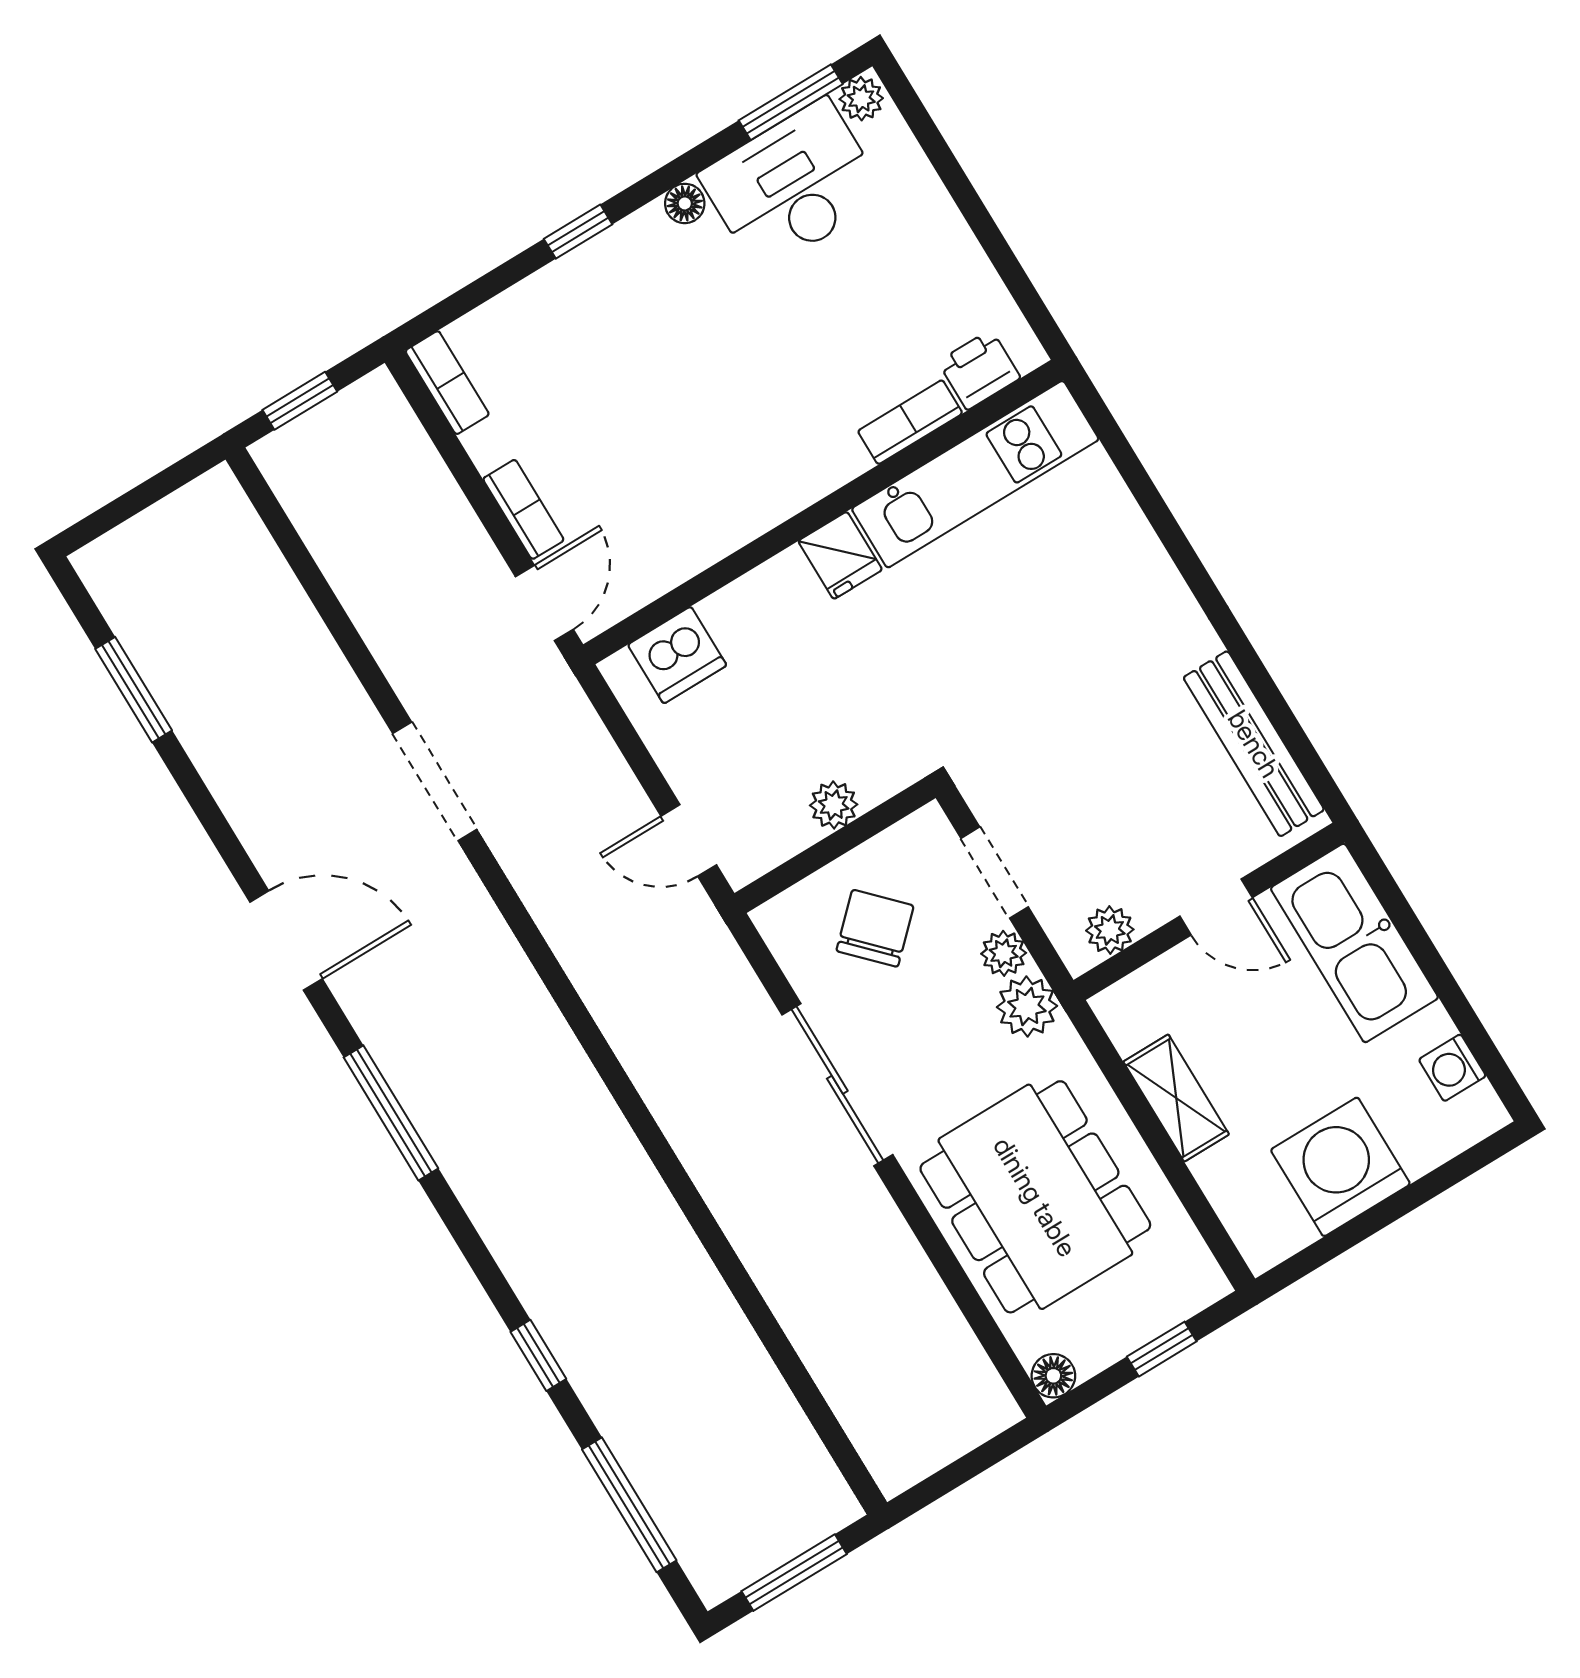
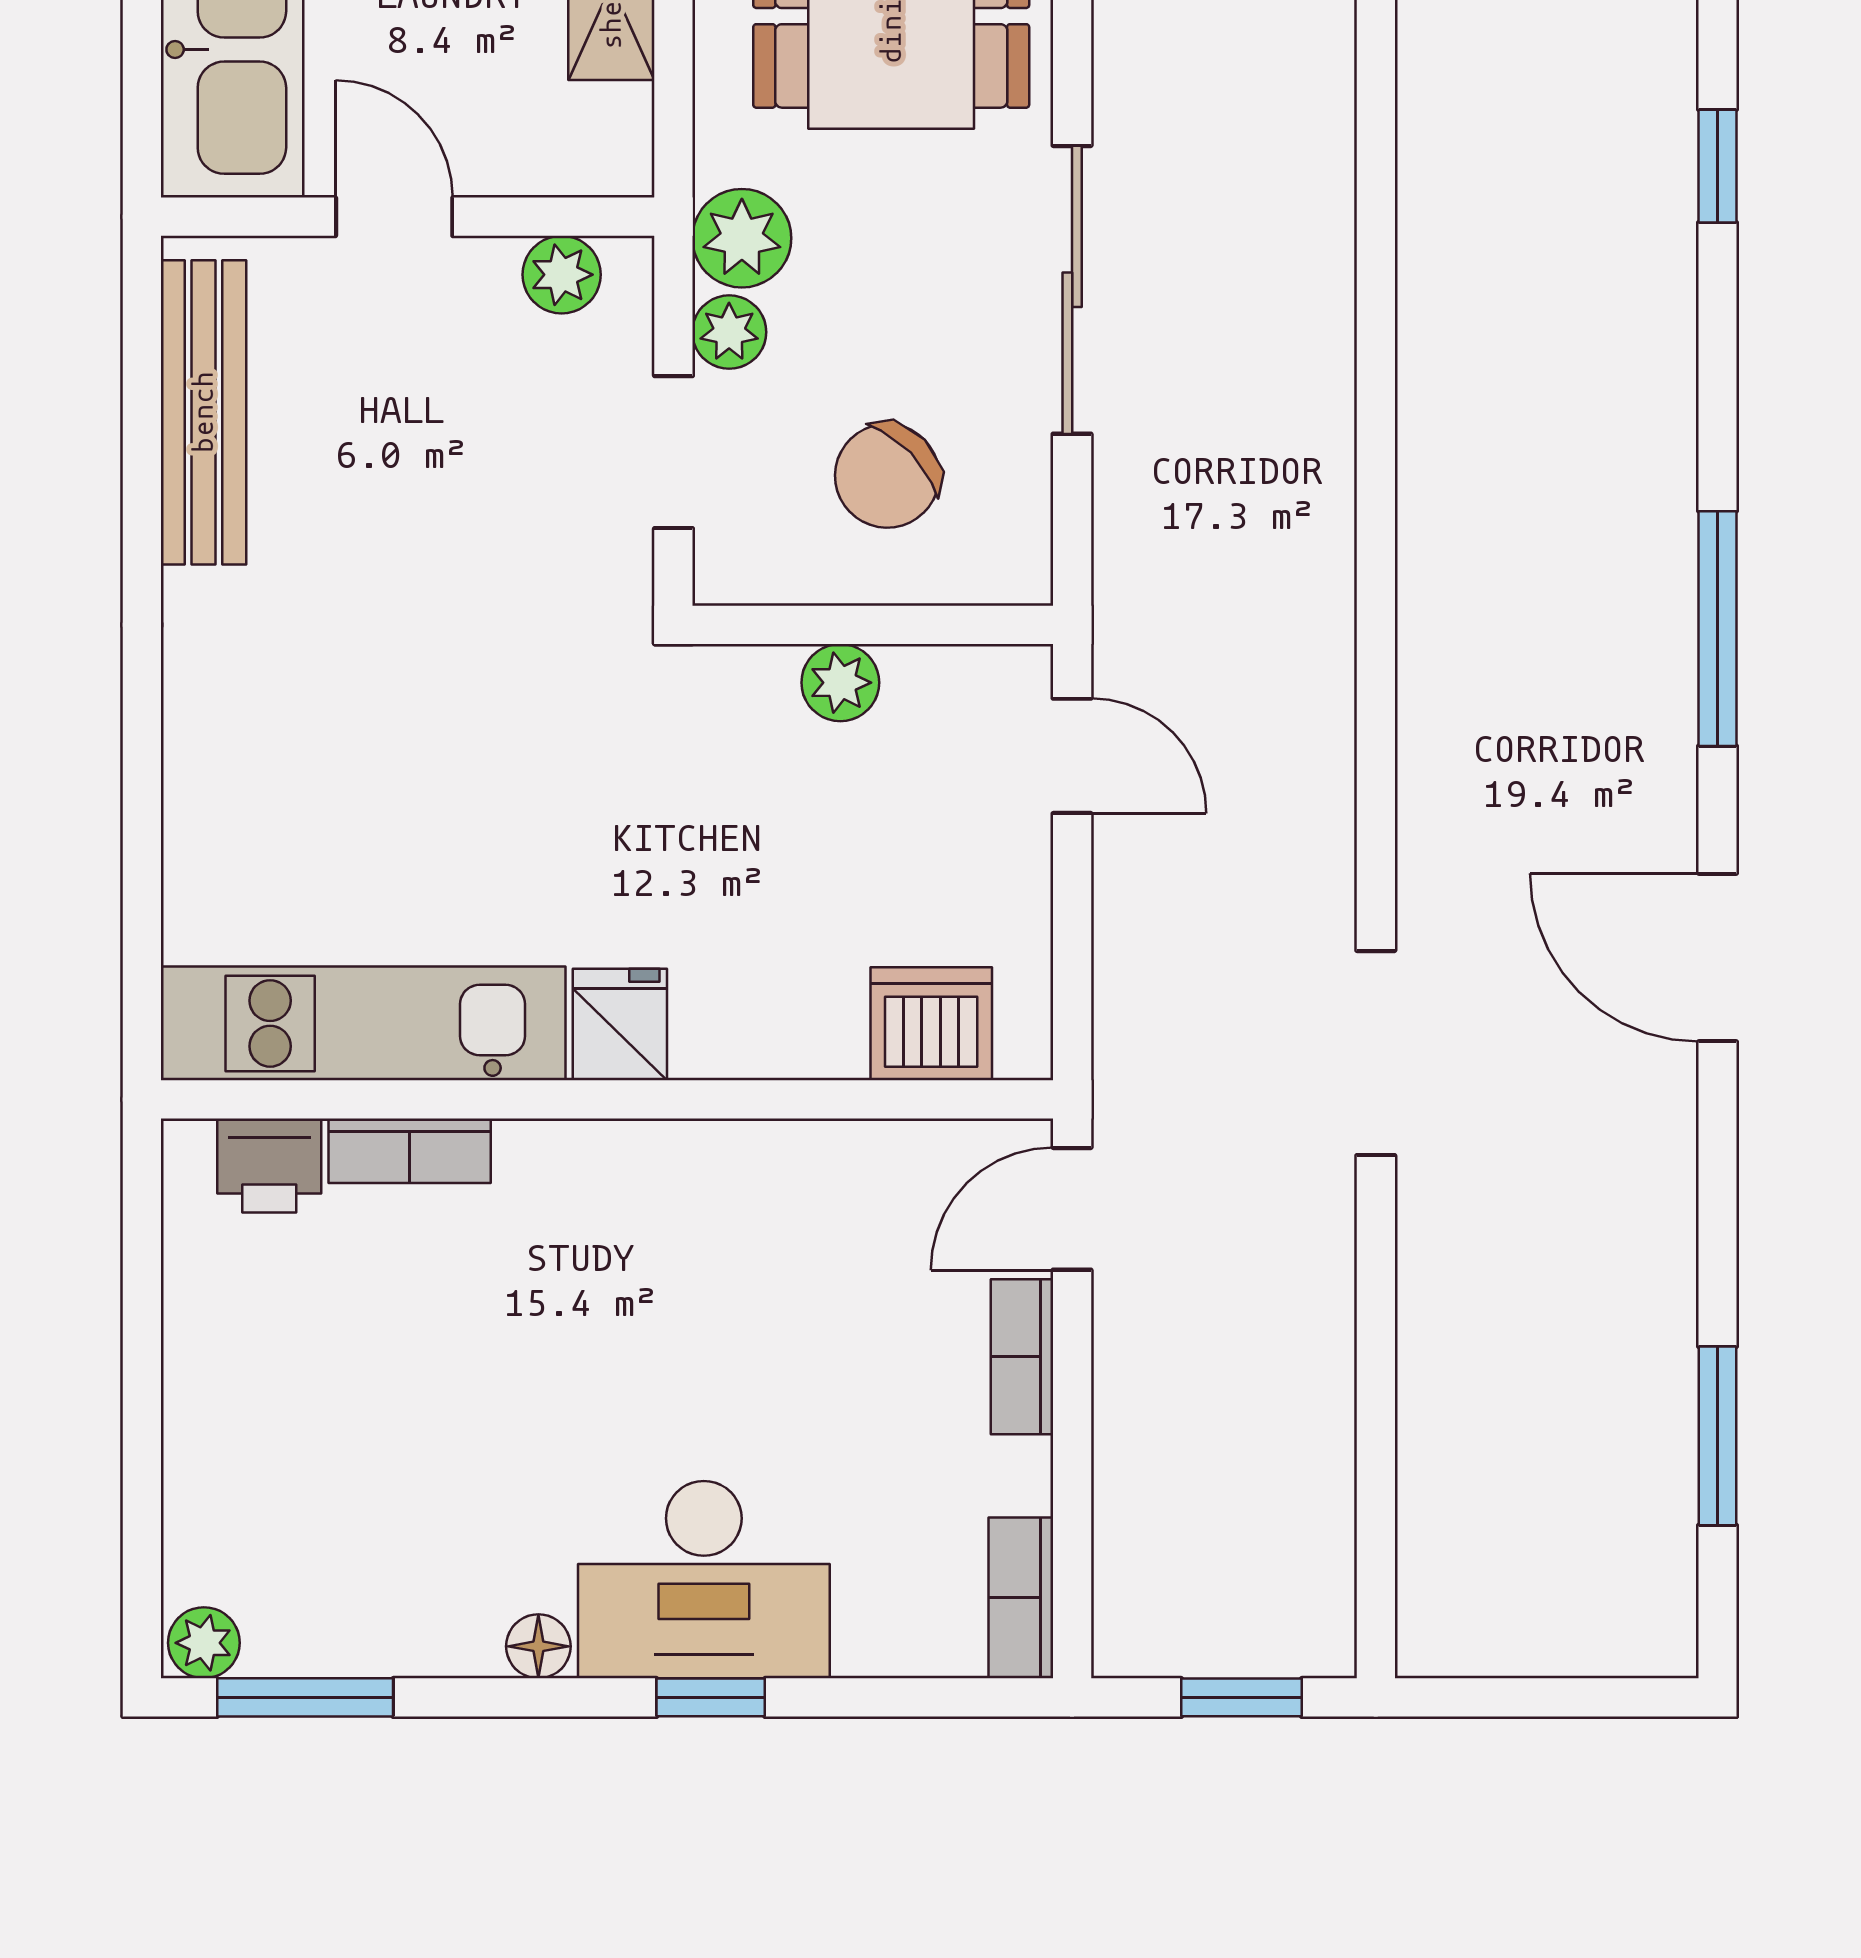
desk: (793, 186) -> (704, 1580), moved

